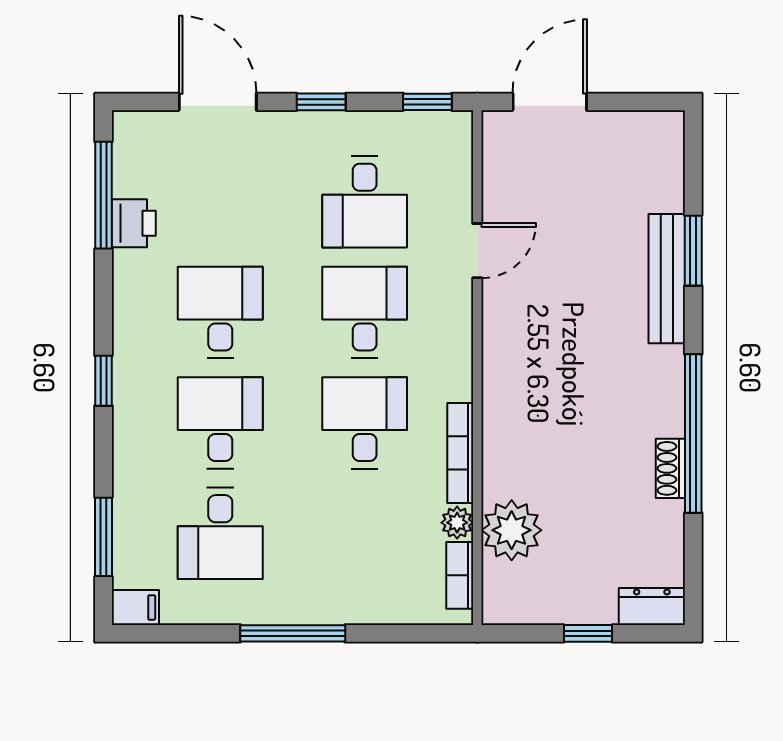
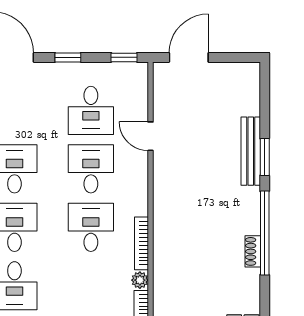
door: (477, 251) -> (150, 136), swing flipped
window: (693, 251) -> (265, 157), moved
plant: (512, 530) -> (169, 284), removed

